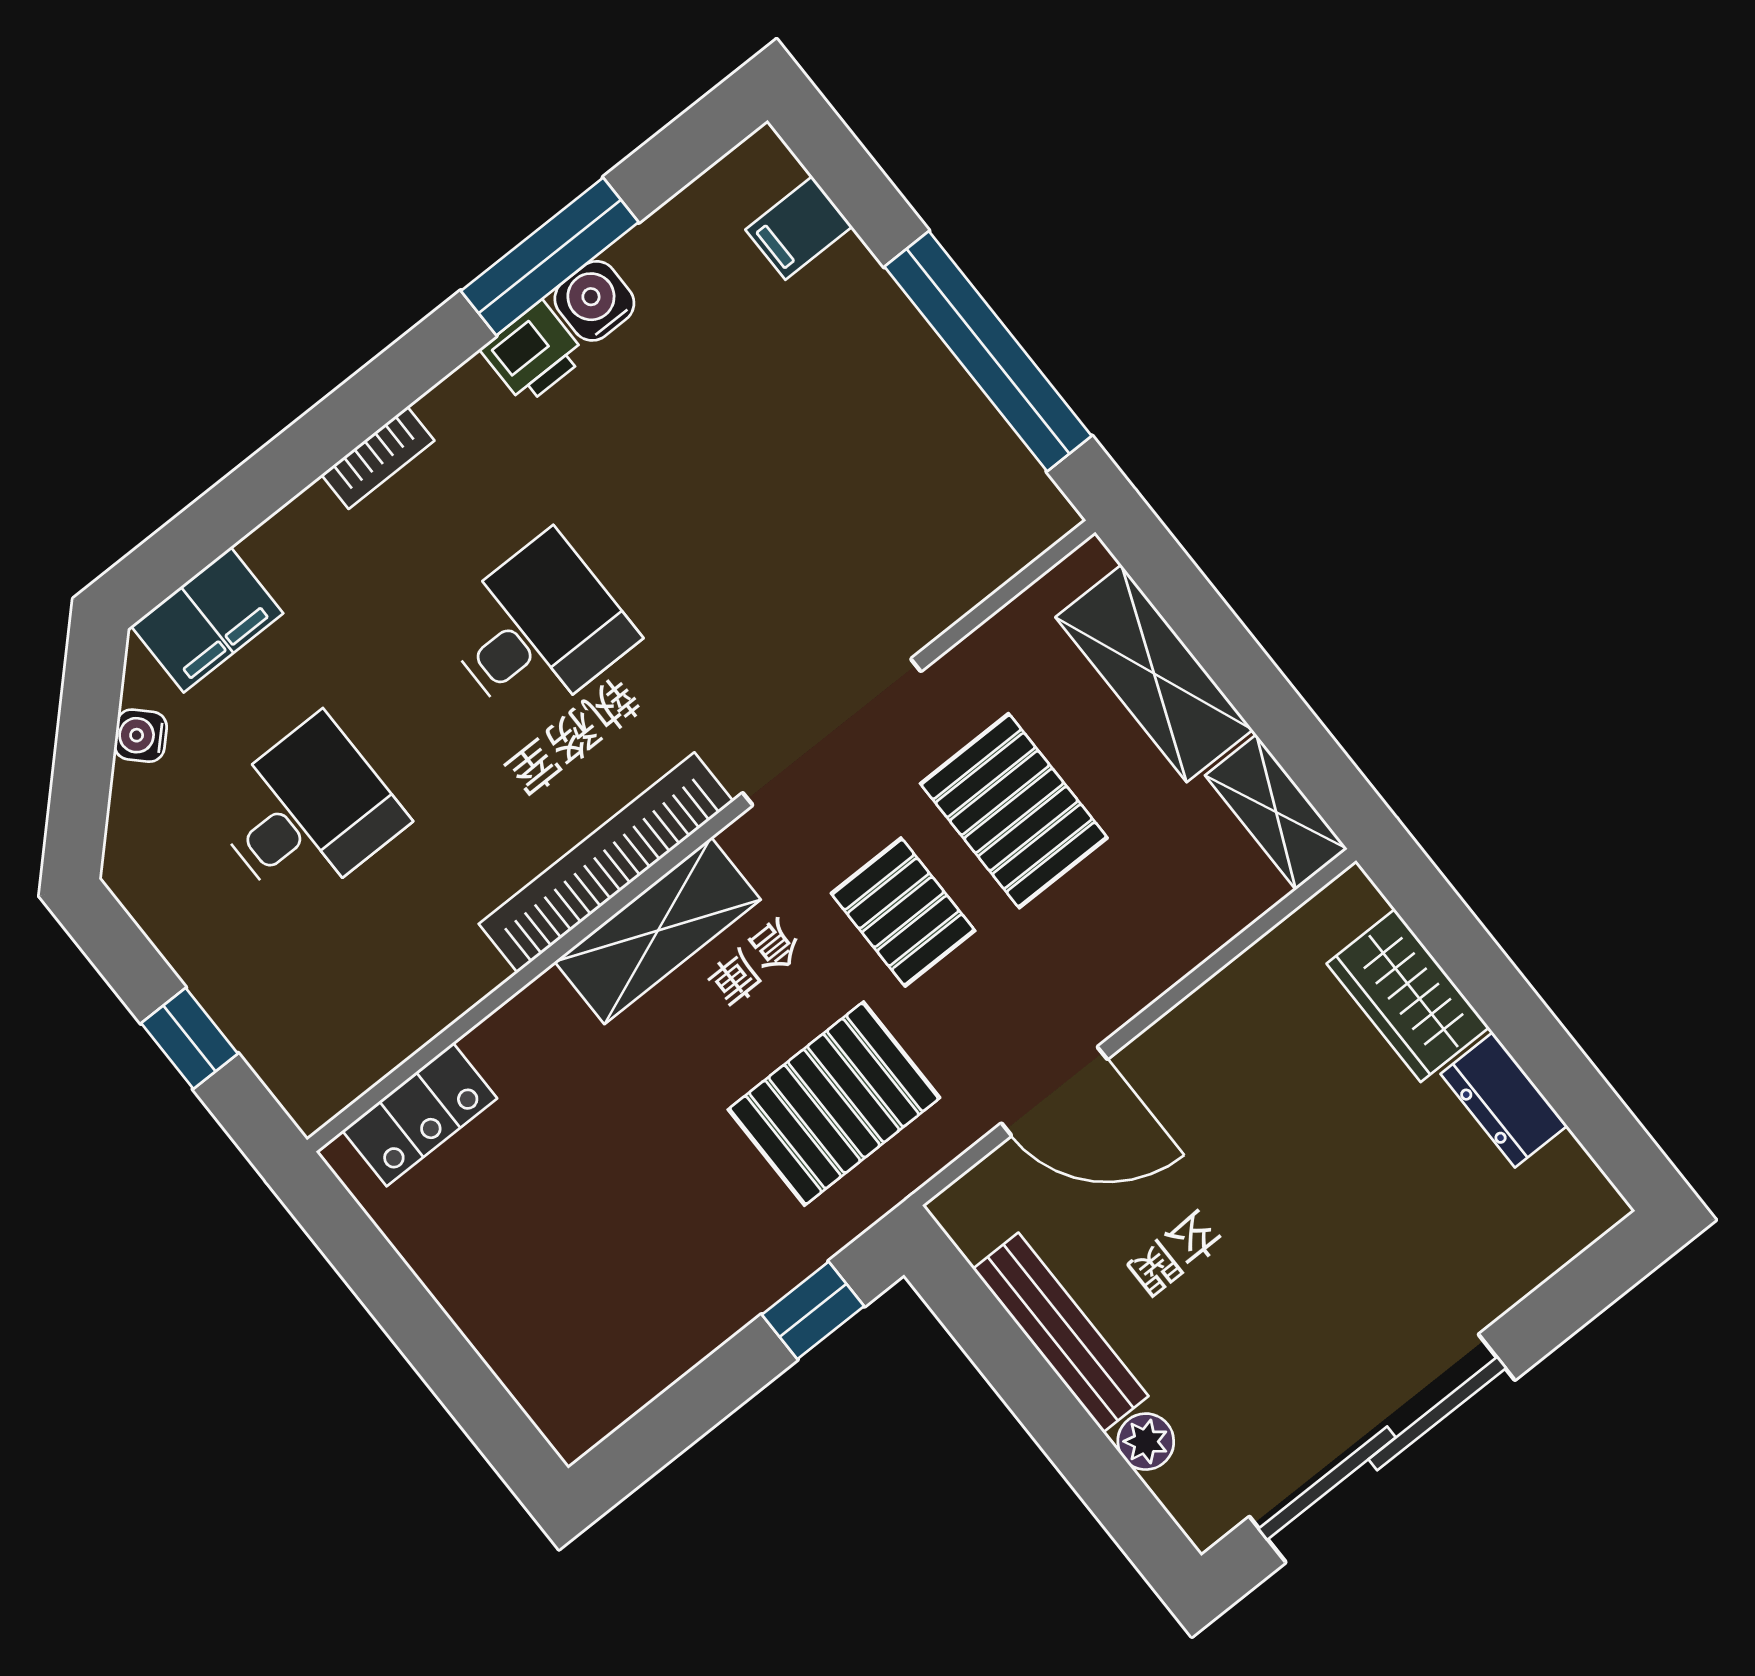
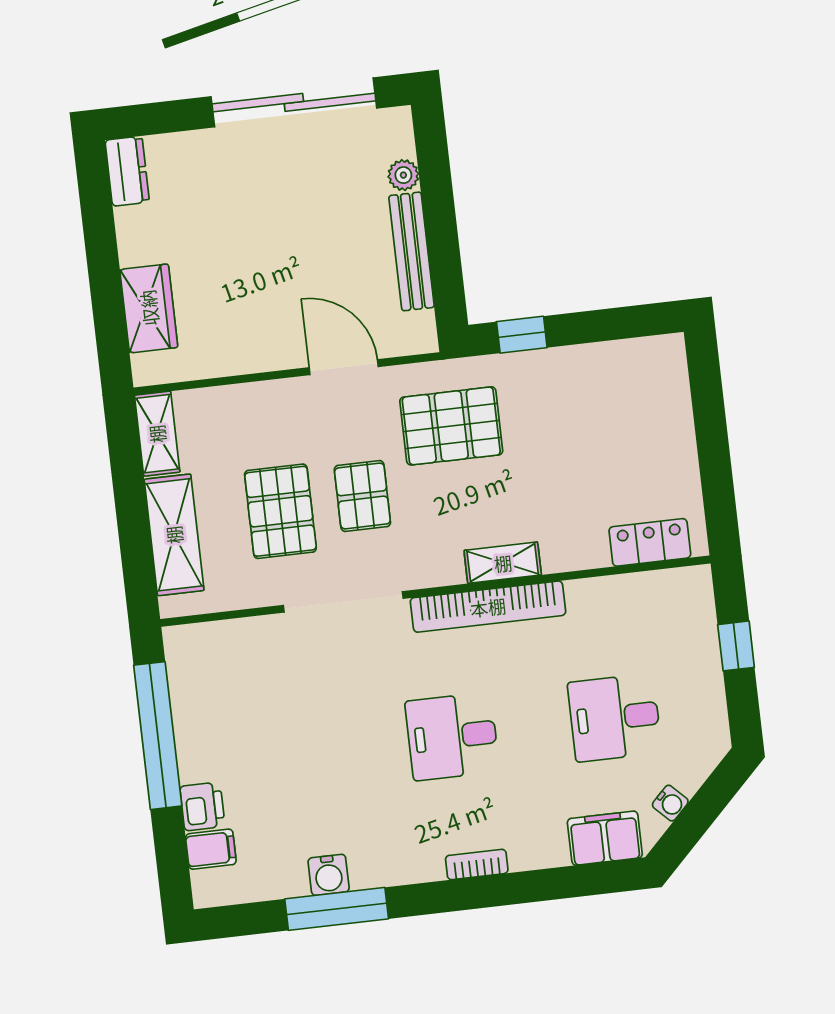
printer: (533, 353) -> (202, 806), moved, turned 90
shelving: (658, 931) -> (503, 563), width x0.67, depth x0.75
dresser: (1504, 1100) -> (127, 171), moved

